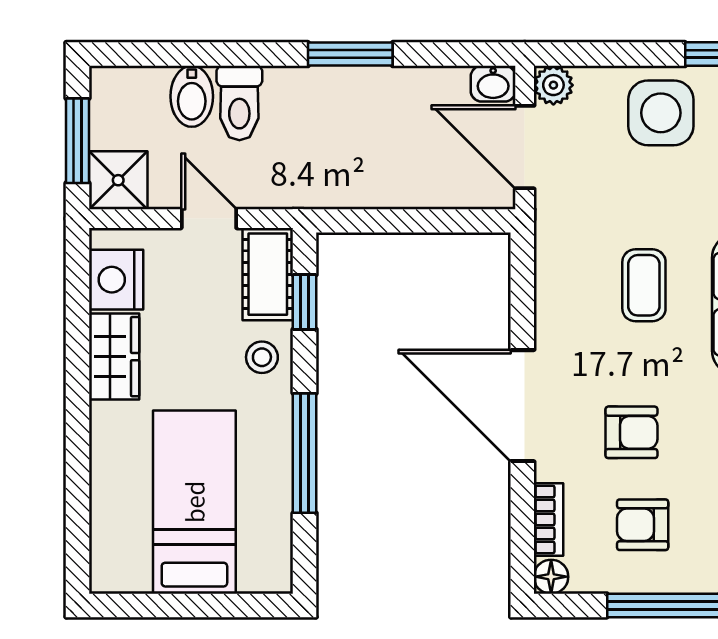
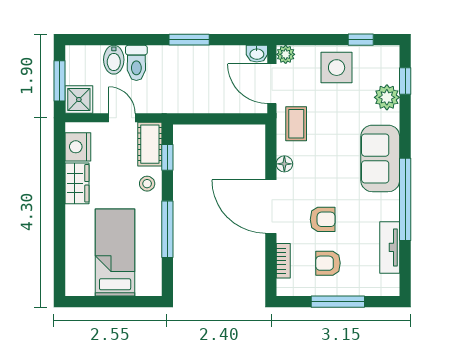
coffee table: (644, 285) -> (296, 124), moved
floor lamp: (551, 577) -> (284, 164), moved

